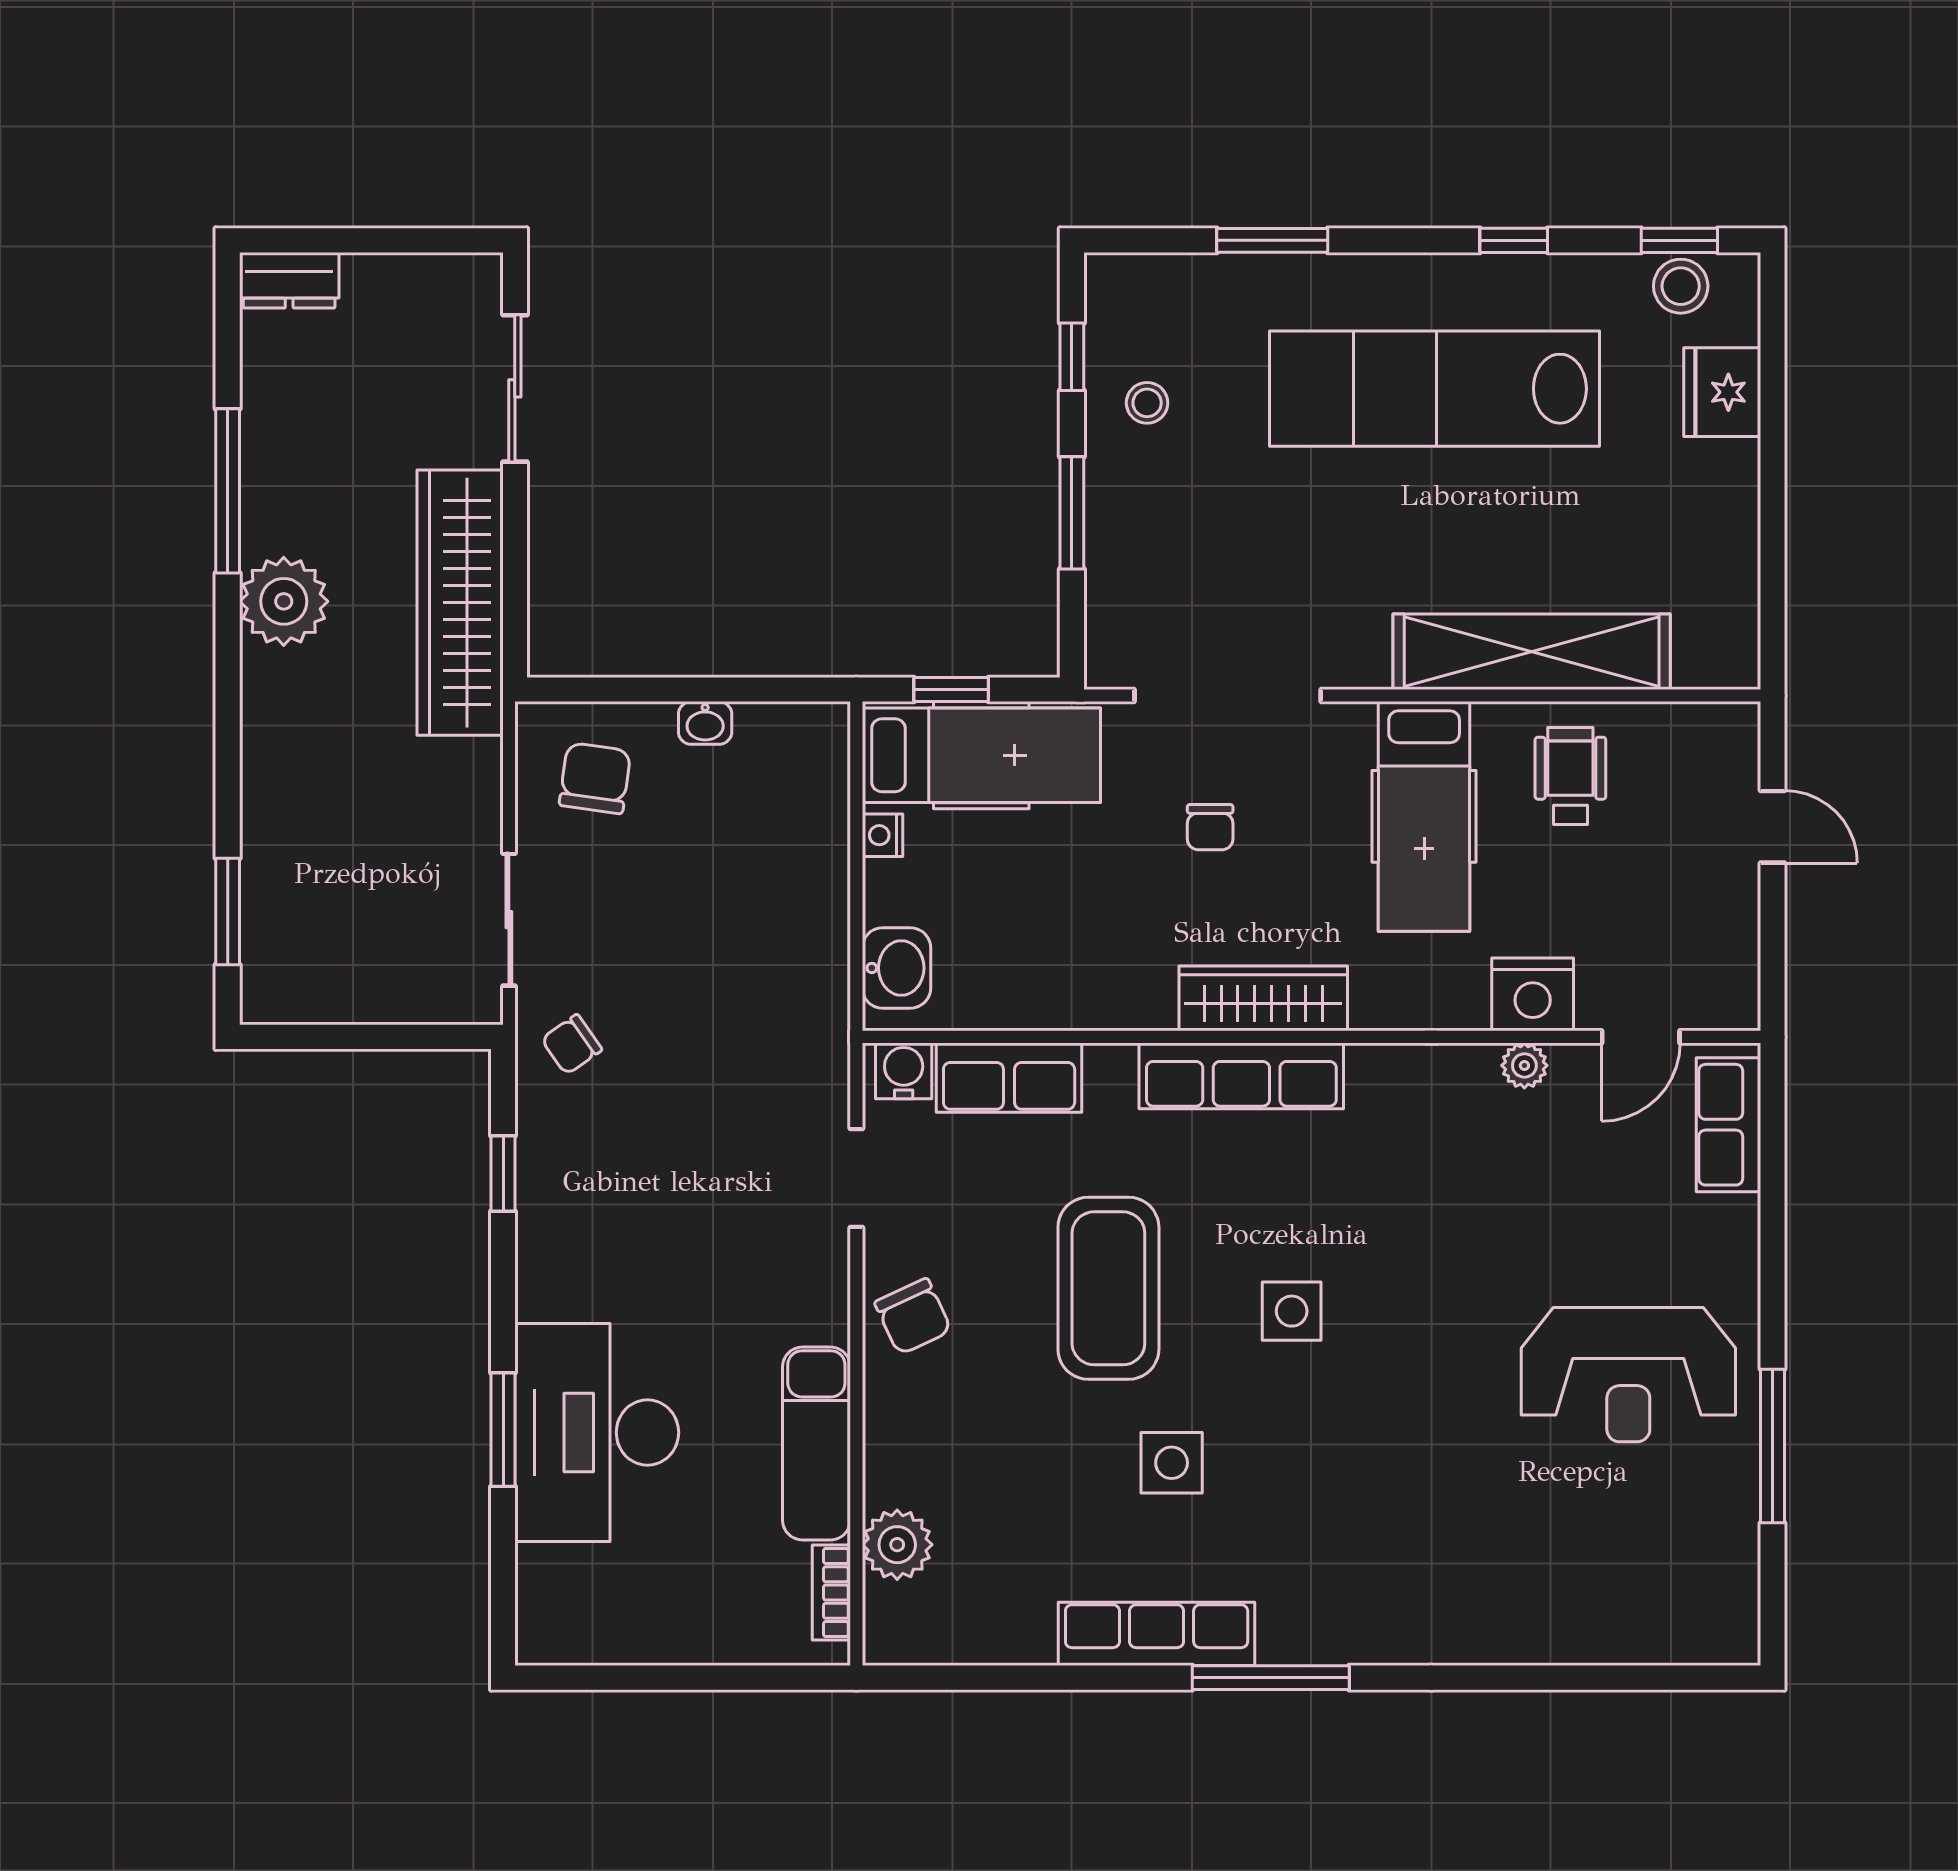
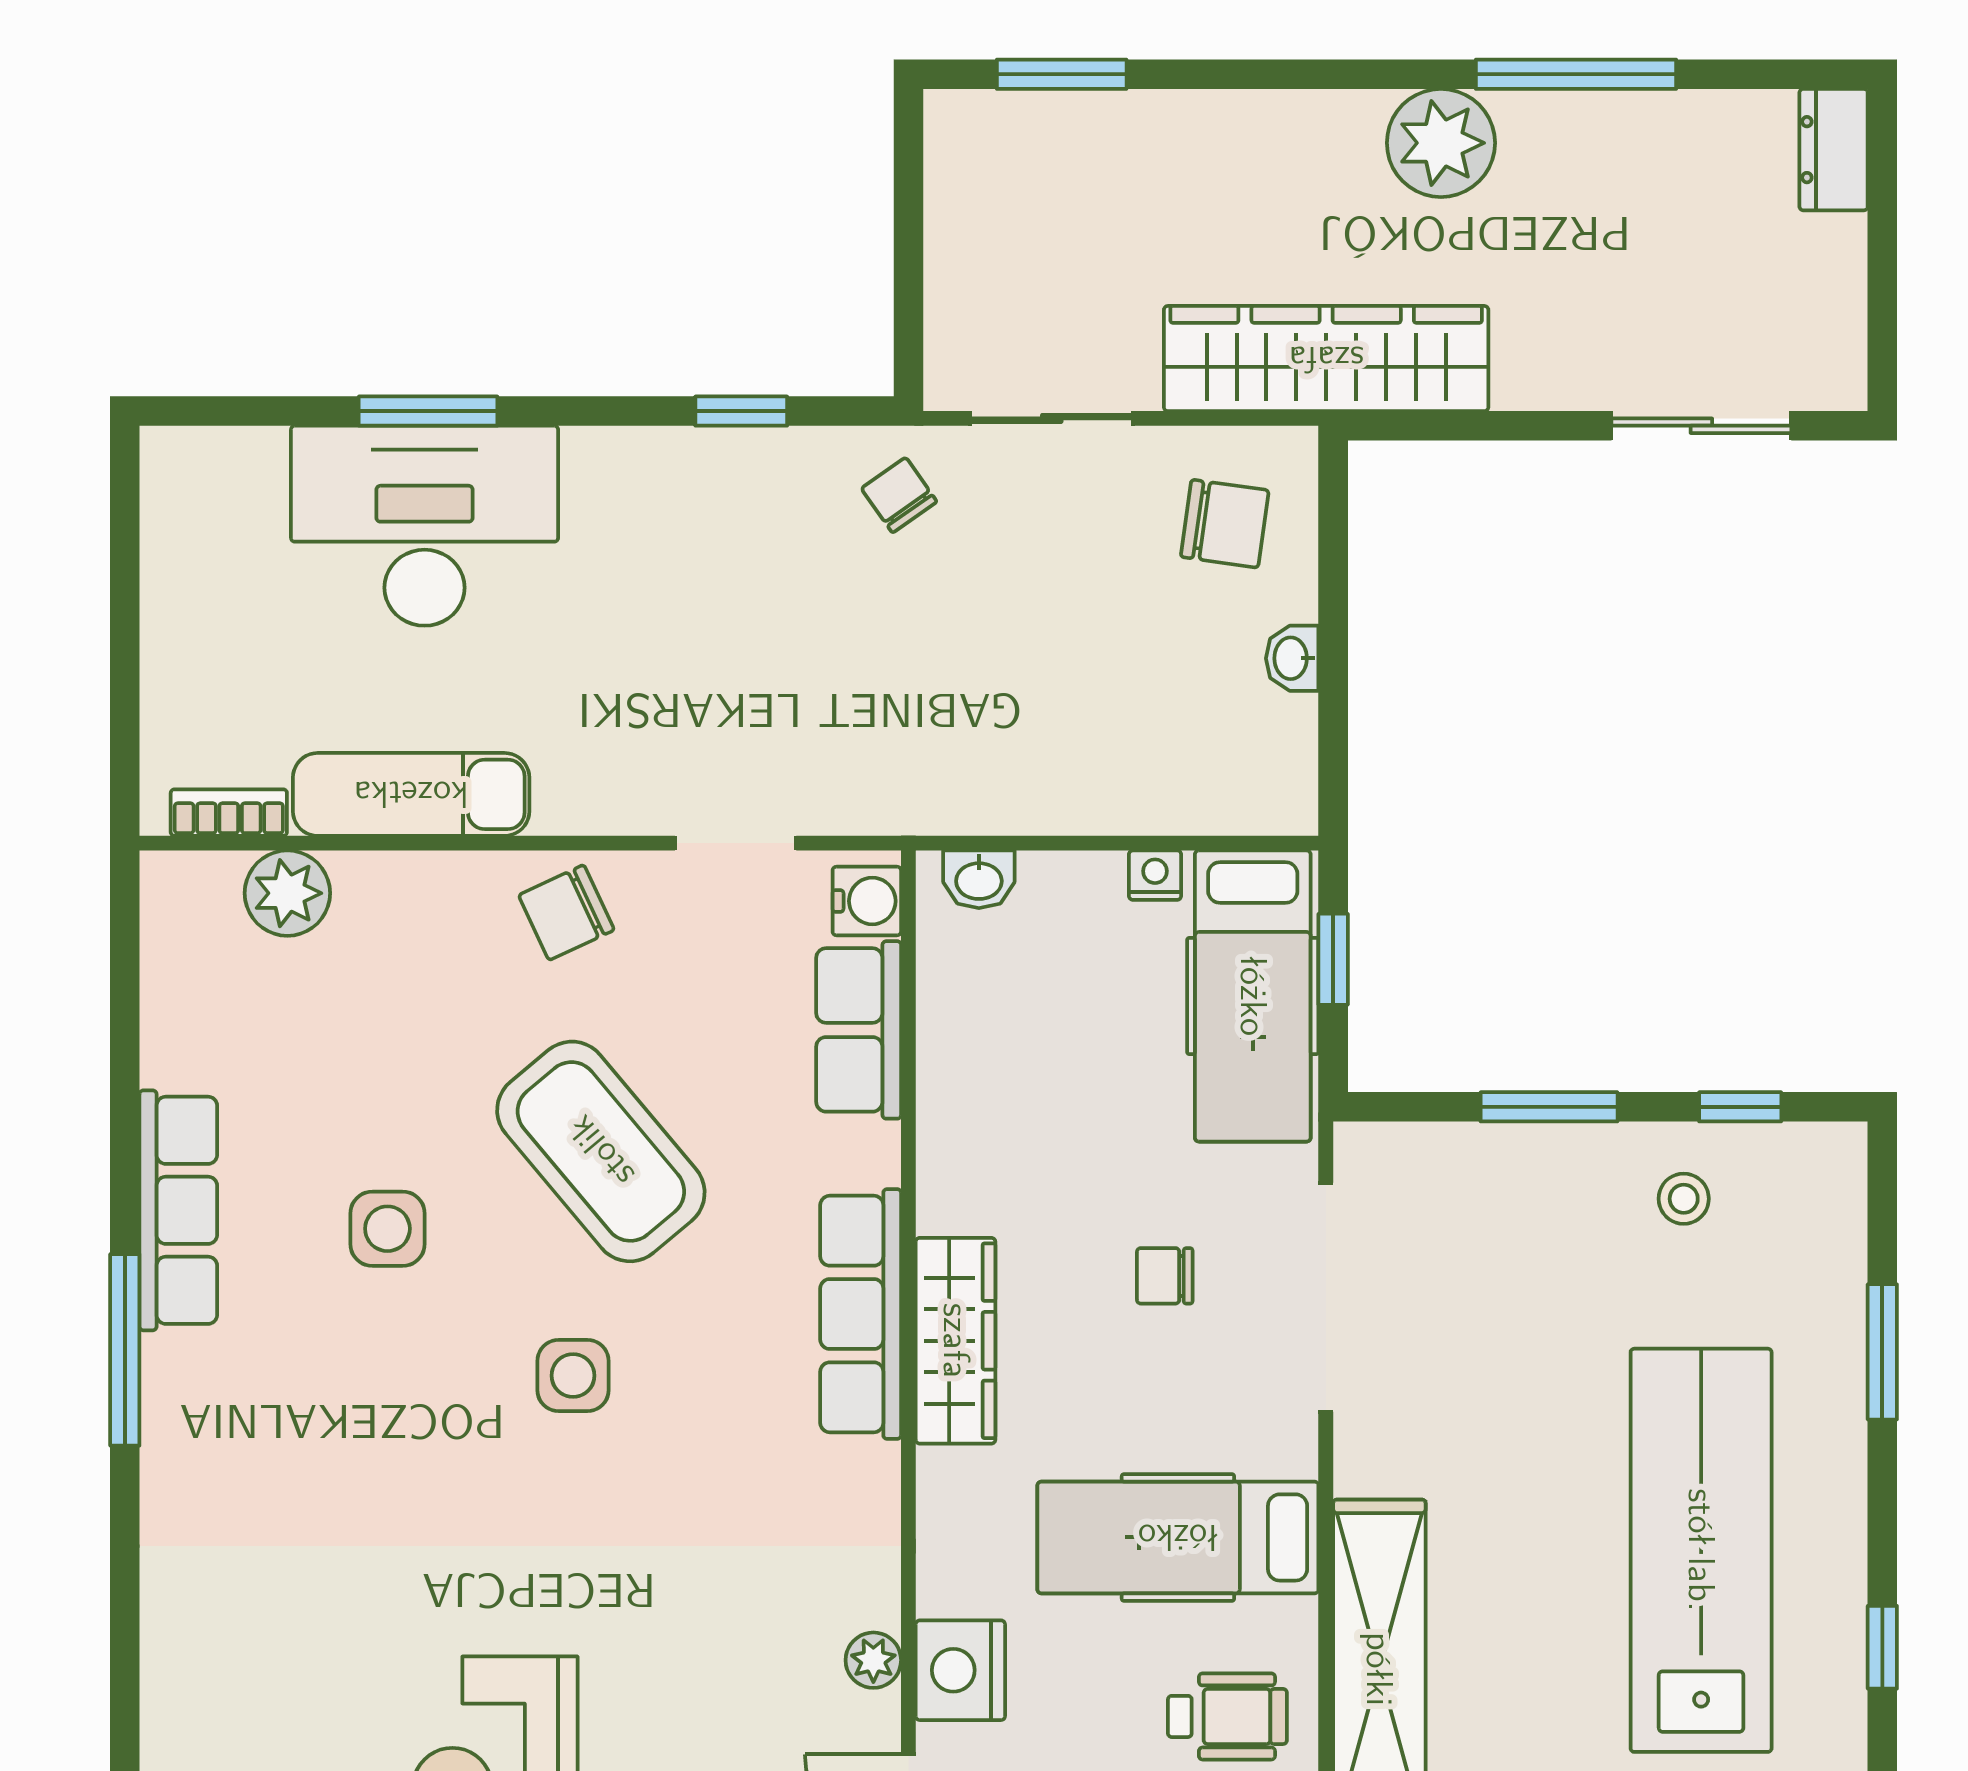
wardrobe: (460, 603) -> (1326, 359), moved
washbasin: (896, 968) -> (979, 879), width x0.72, depth x0.69
coffee table: (1108, 1288) -> (601, 1151), turned 50

